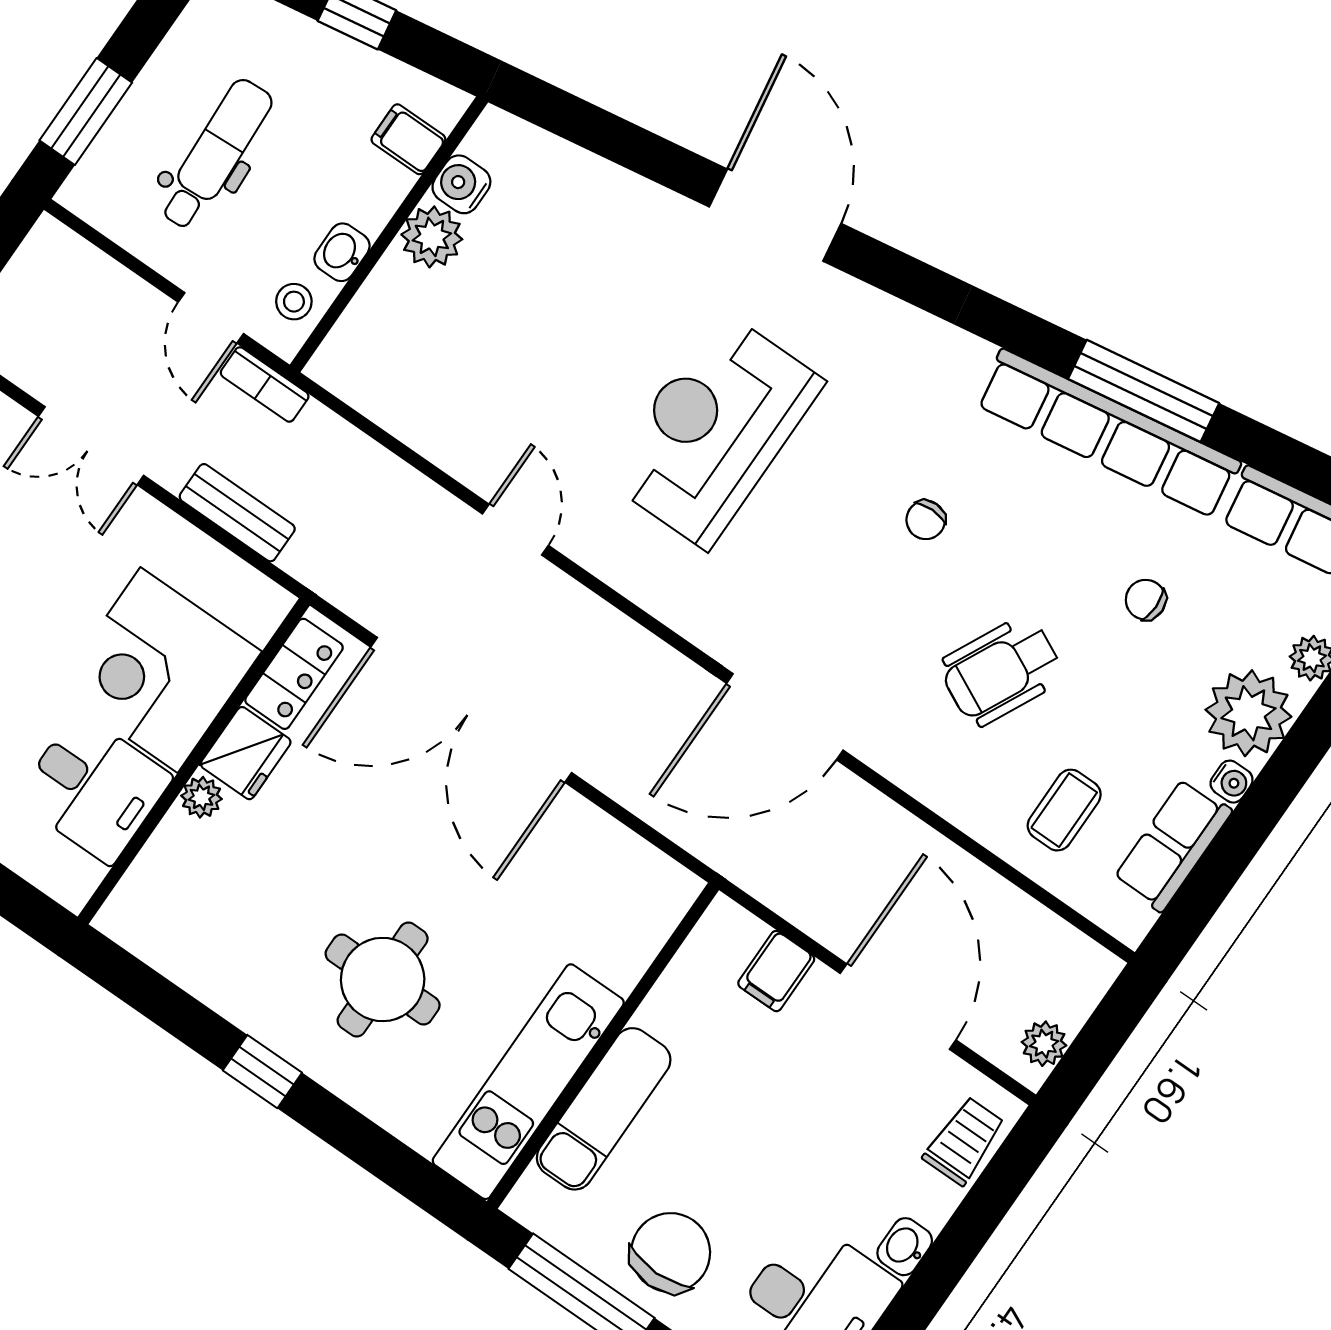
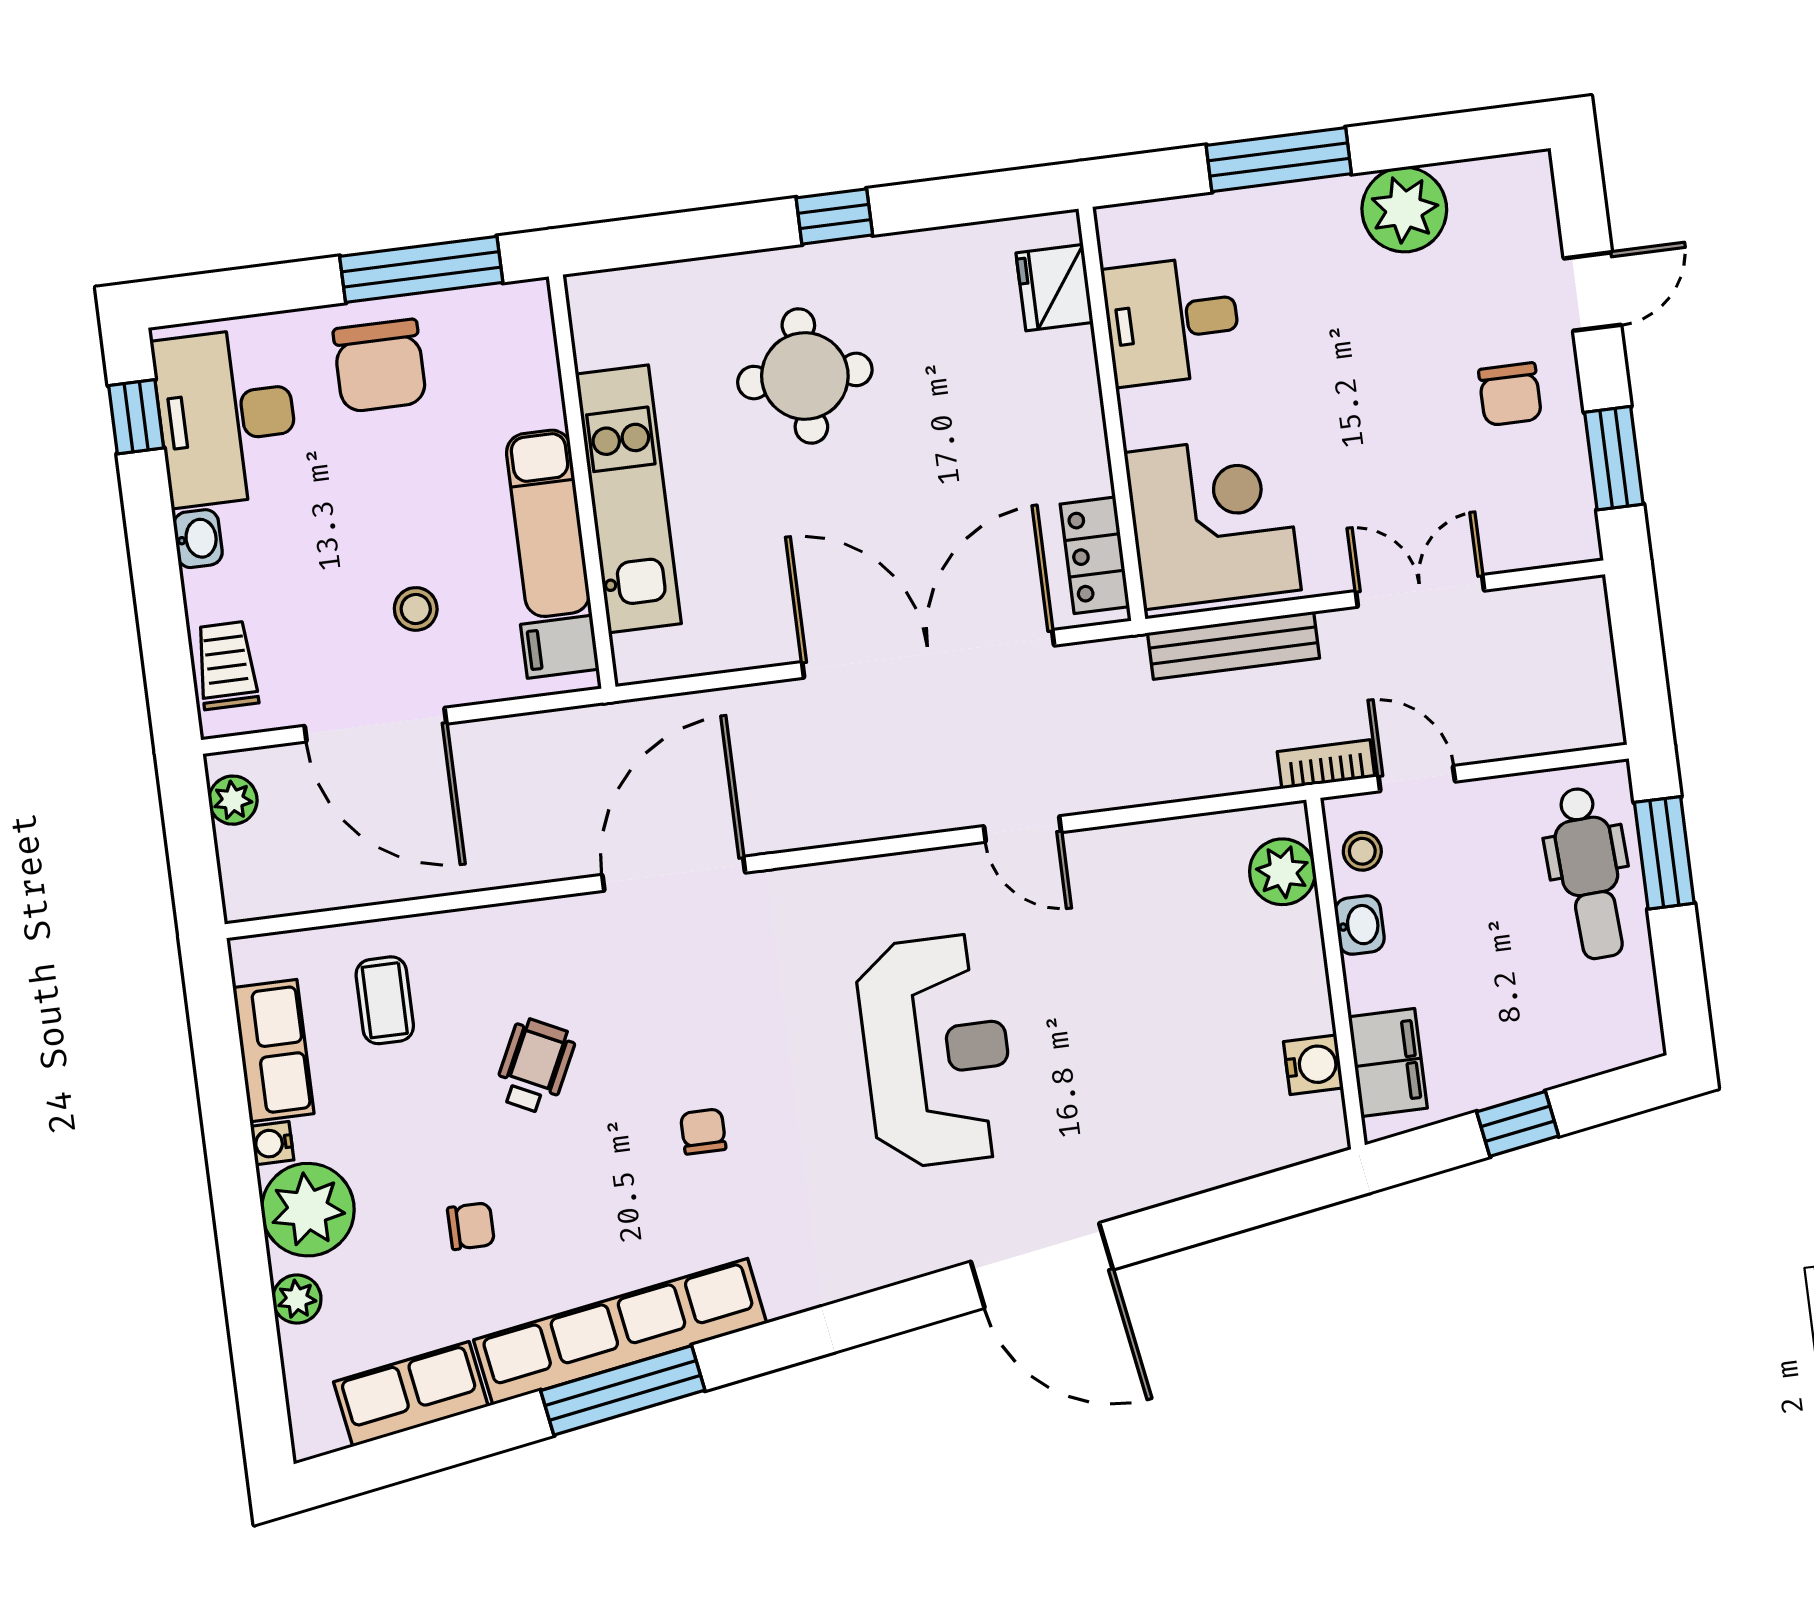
filing cabinet: (408, 139) -> (1388, 1062), width x2.00
dental chair: (216, 154) -> (1589, 873), moved
plant: (432, 237) -> (1282, 872), moved
bench: (237, 513) -> (1234, 645), width x1.36
corner desk: (159, 670) -> (1213, 521), moved
wheelchair: (1001, 671) -> (535, 1066), width x0.73, depth x0.73
fridge: (246, 753) -> (1055, 288), moved
plant: (201, 797) -> (1080, 391), removed
filing cabinet: (776, 971) -> (560, 647), moved, turned -90
stool: (798, 1062) -> (416, 609), added
kitchen unit: (528, 1082) -> (628, 499), moved
exam couch: (604, 1109) -> (548, 523), moved
trolley: (964, 1141) -> (227, 665), turned 180

